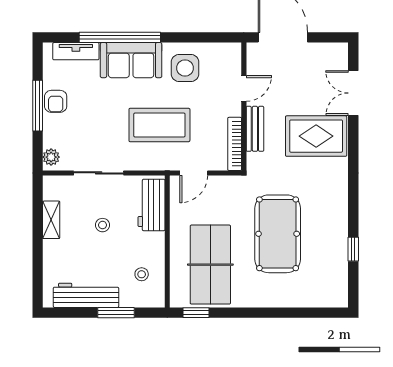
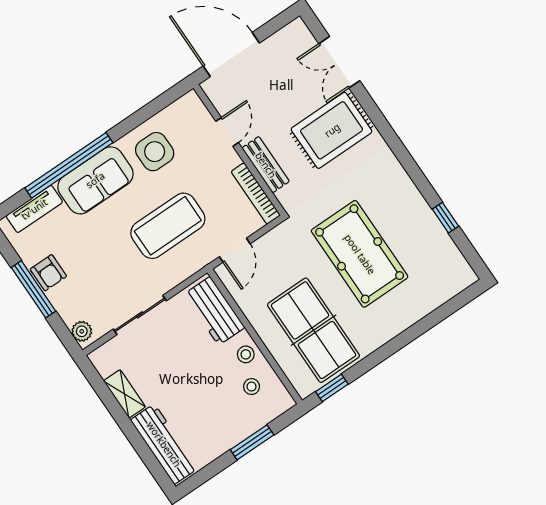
stool: (103, 225) -> (246, 354), moved
workbench: (86, 295) -> (164, 444), moved, turned 90

